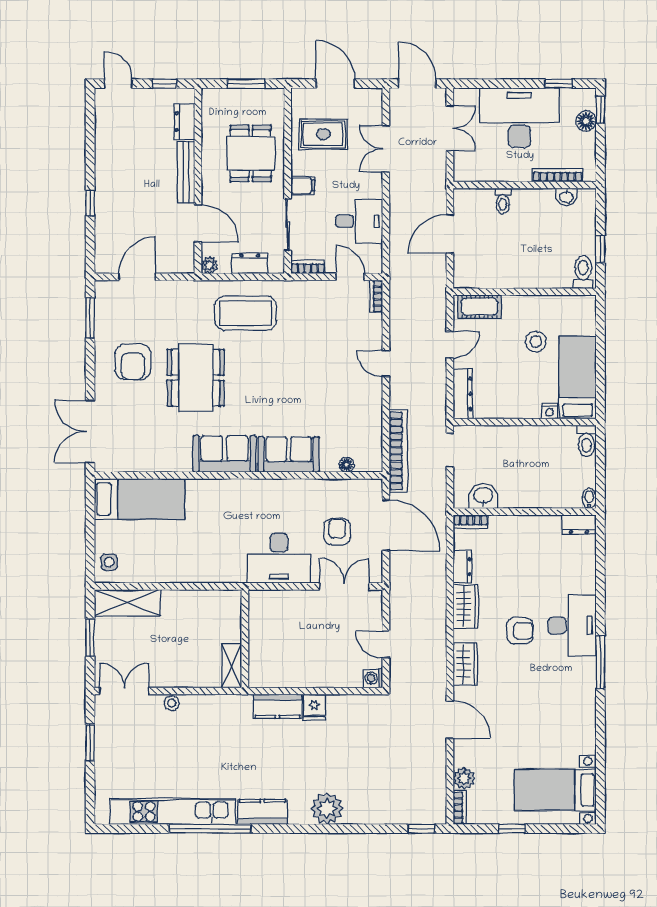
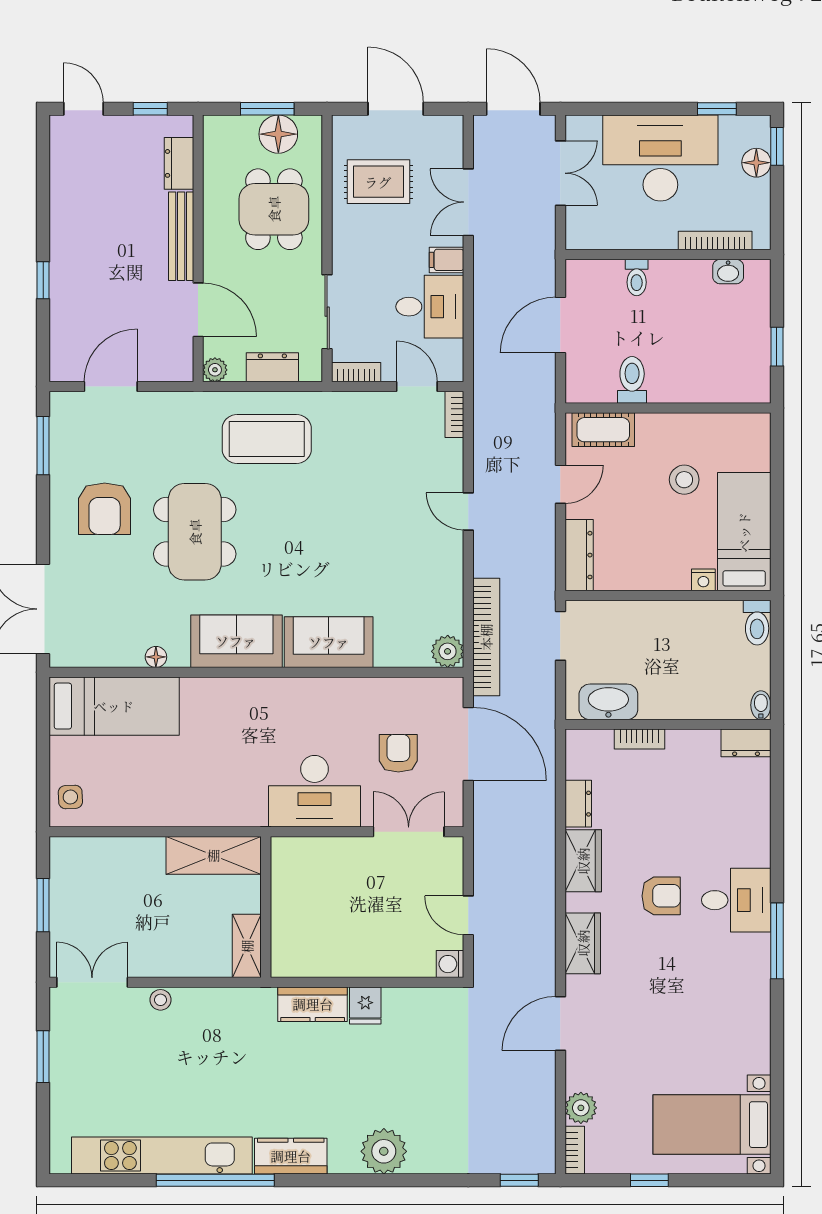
floor lamp: (254, 101) -> (278, 134), added
filing cabinet: (303, 186) -> (447, 260), moved, turned 180
toilet: (583, 272) -> (632, 380), moved
plant: (371, 461) -> (448, 651), added
floor lamp: (347, 465) -> (156, 657), moved
washbasin: (483, 496) -> (608, 702), width x1.38
bookcase: (471, 522) -> (640, 739), moved
shelving: (127, 603) -> (214, 855), moved
desk: (572, 626) -> (736, 900), width x0.73
door: (450, 720) -> (560, 1024), swing flipped

